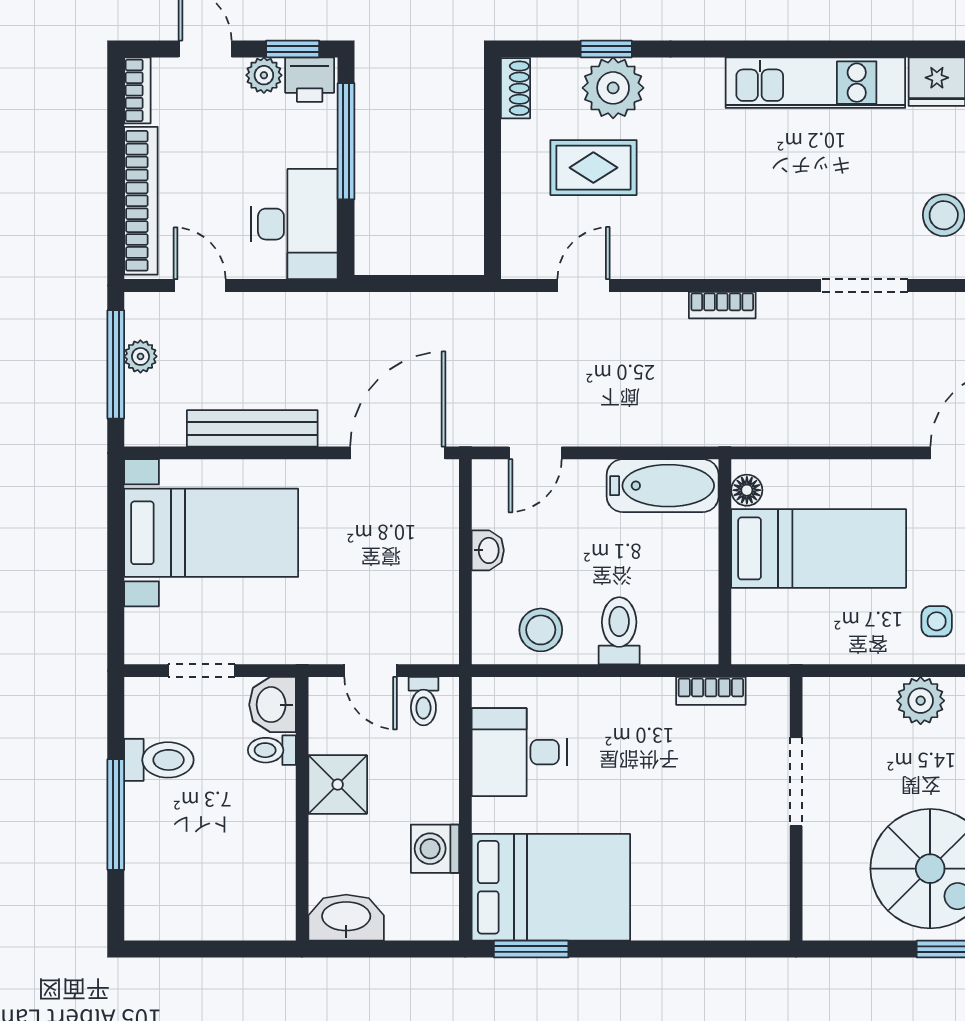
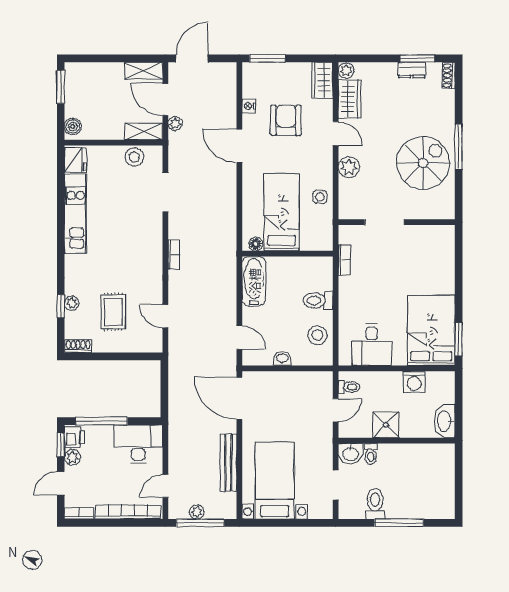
plant: (613, 88) -> (72, 303), width x0.53, depth x0.53
side table: (937, 621) -> (320, 197), moved

